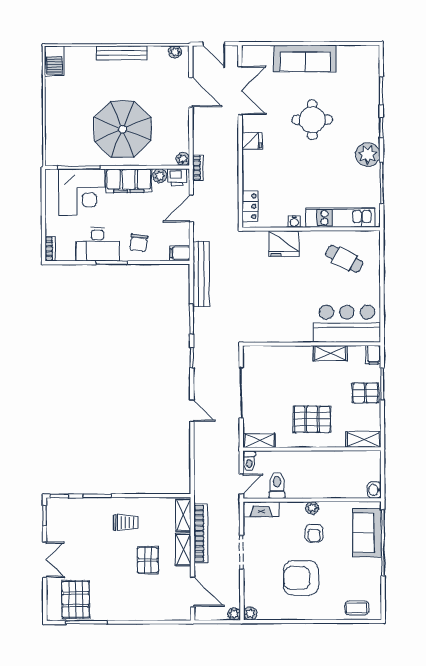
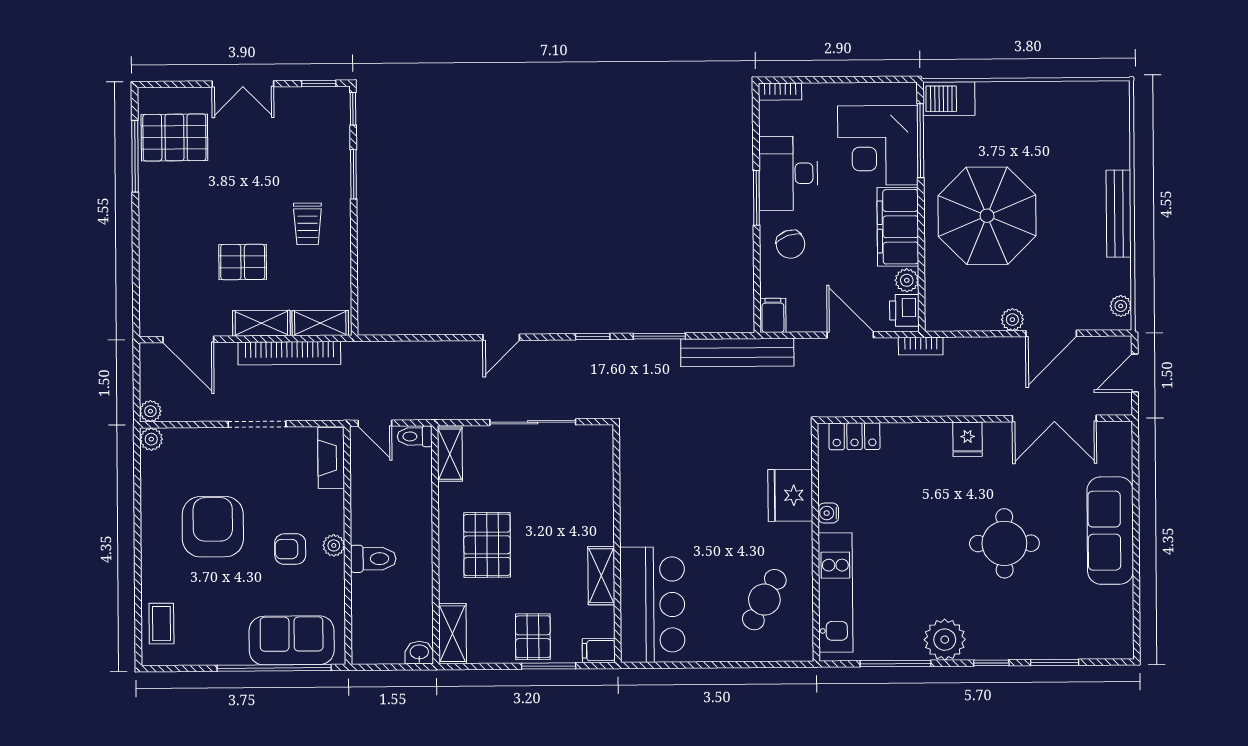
barbecue: (54, 61) -> (949, 99), moved
plant: (183, 159) -> (1012, 320), moved
chair: (139, 243) -> (790, 244), turned -116
toilet: (277, 485) -> (373, 559), moved
washbasin: (374, 490) -> (419, 653), moved
door: (193, 592) -> (188, 339), hinge flipped

